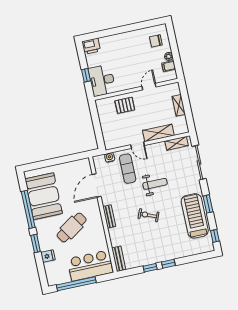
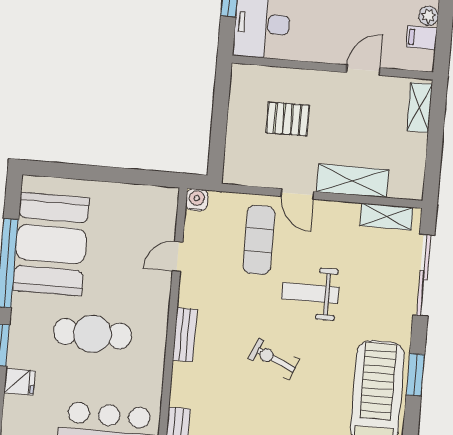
pallet: (125, 105) -> (288, 119), moved
shelving: (179, 105) -> (420, 107), moved
water cooler: (110, 157) -> (197, 200), moved
weight bench: (155, 184) -> (310, 293), turned 180
door: (97, 185) -> (178, 256), width x0.53
cafe table: (72, 227) -> (92, 334), turned 33

